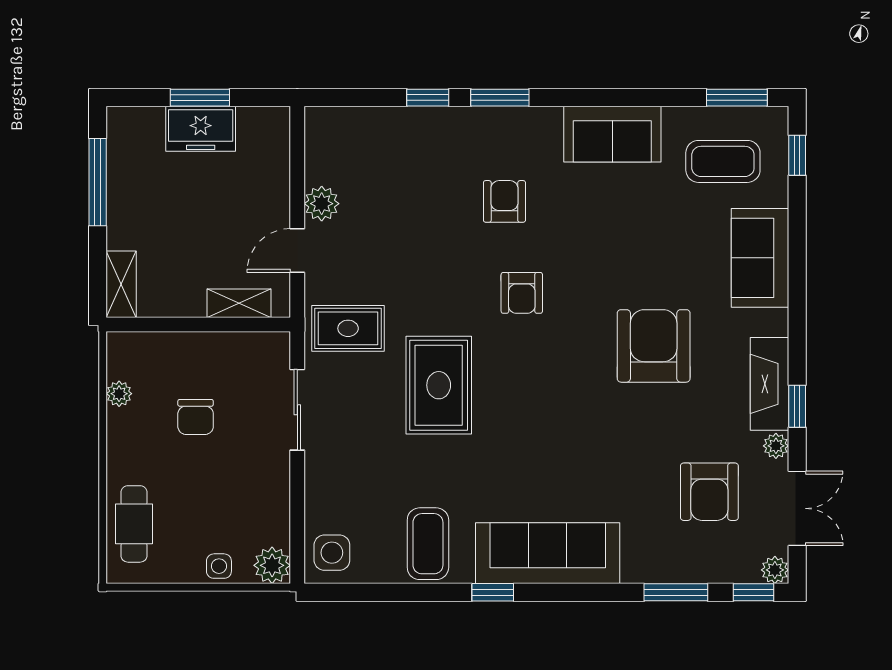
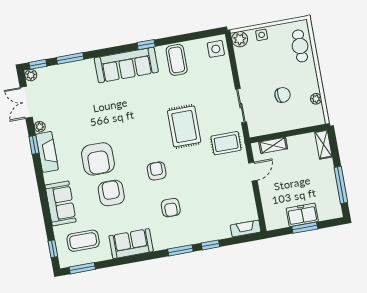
fireplace: (339, 121) -> (246, 229), added
plant: (322, 204) -> (246, 193), removed
chair: (196, 417) -> (283, 95), turned 83
armchair: (709, 492) -> (111, 193), moved

